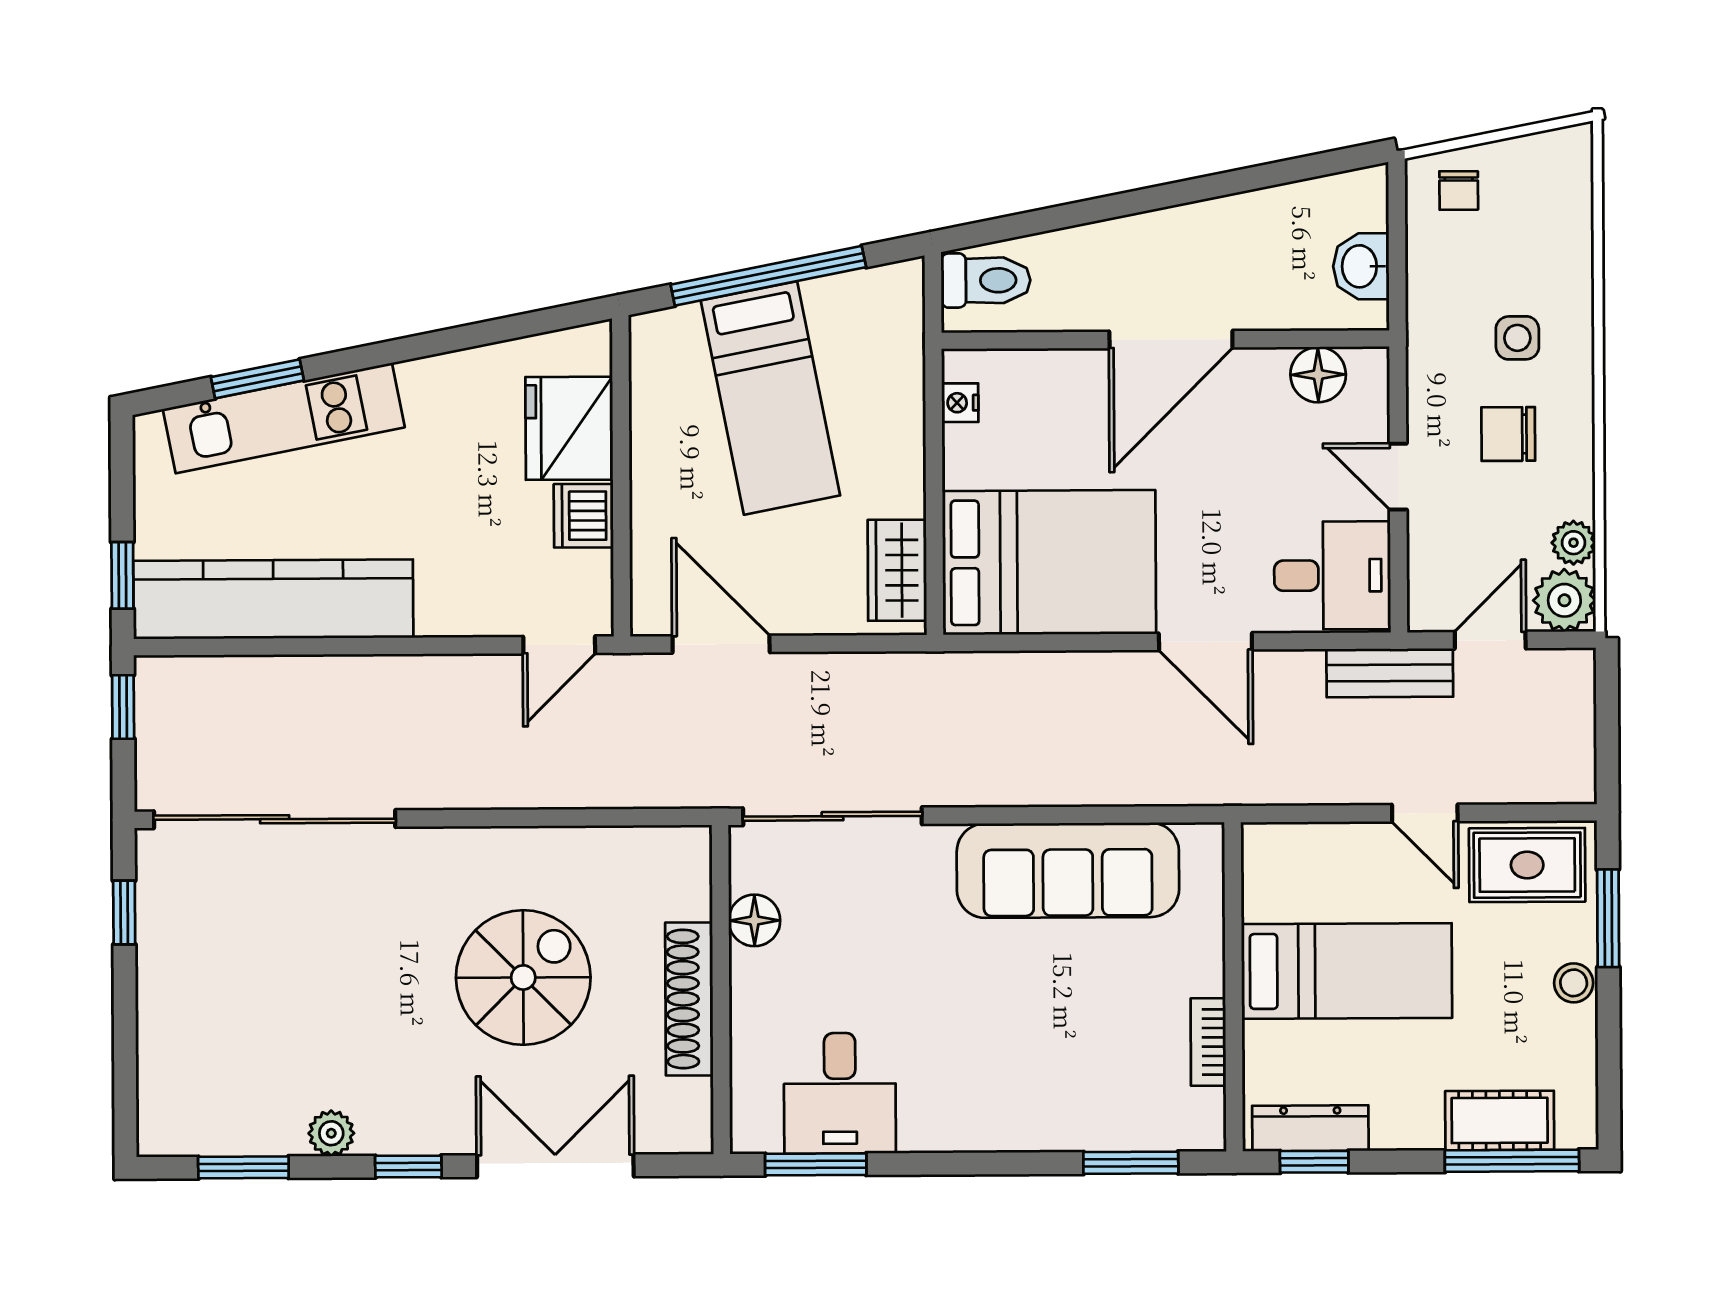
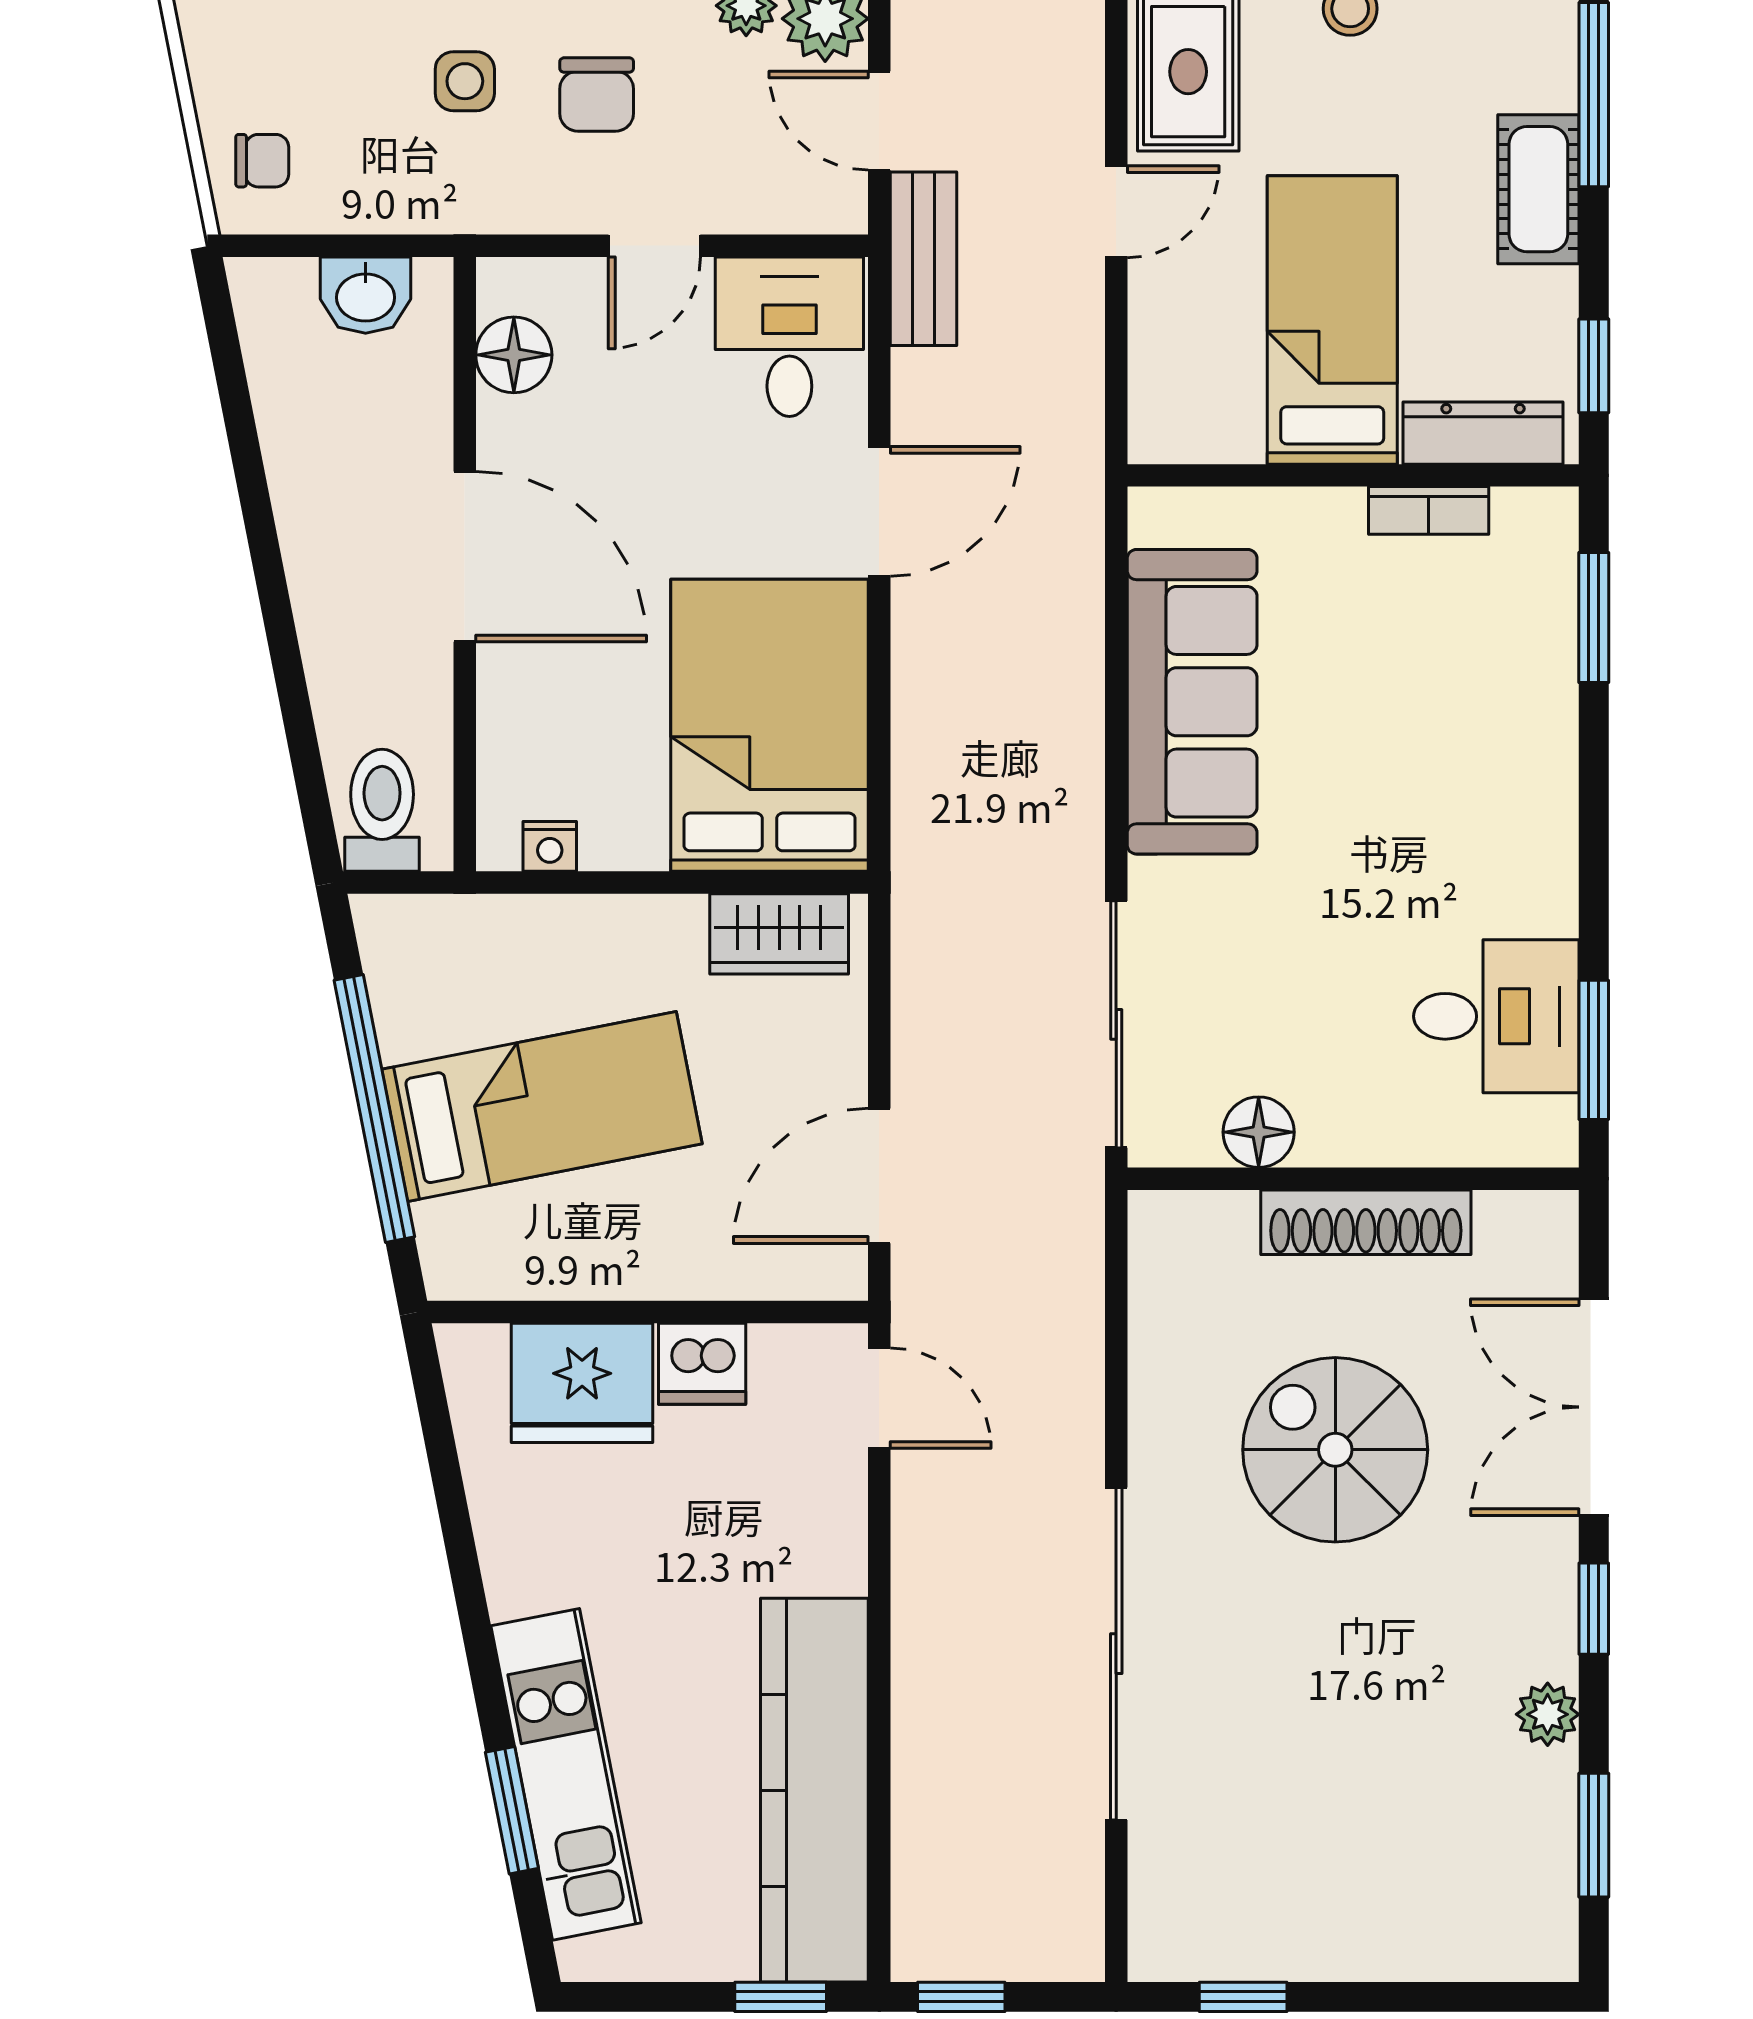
sliding door: (275, 819) -> (1116, 1654), moved
cot: (1500, 1120) -> (1538, 189), moved
dresser: (1310, 1128) -> (1483, 433), moved, turned 90

